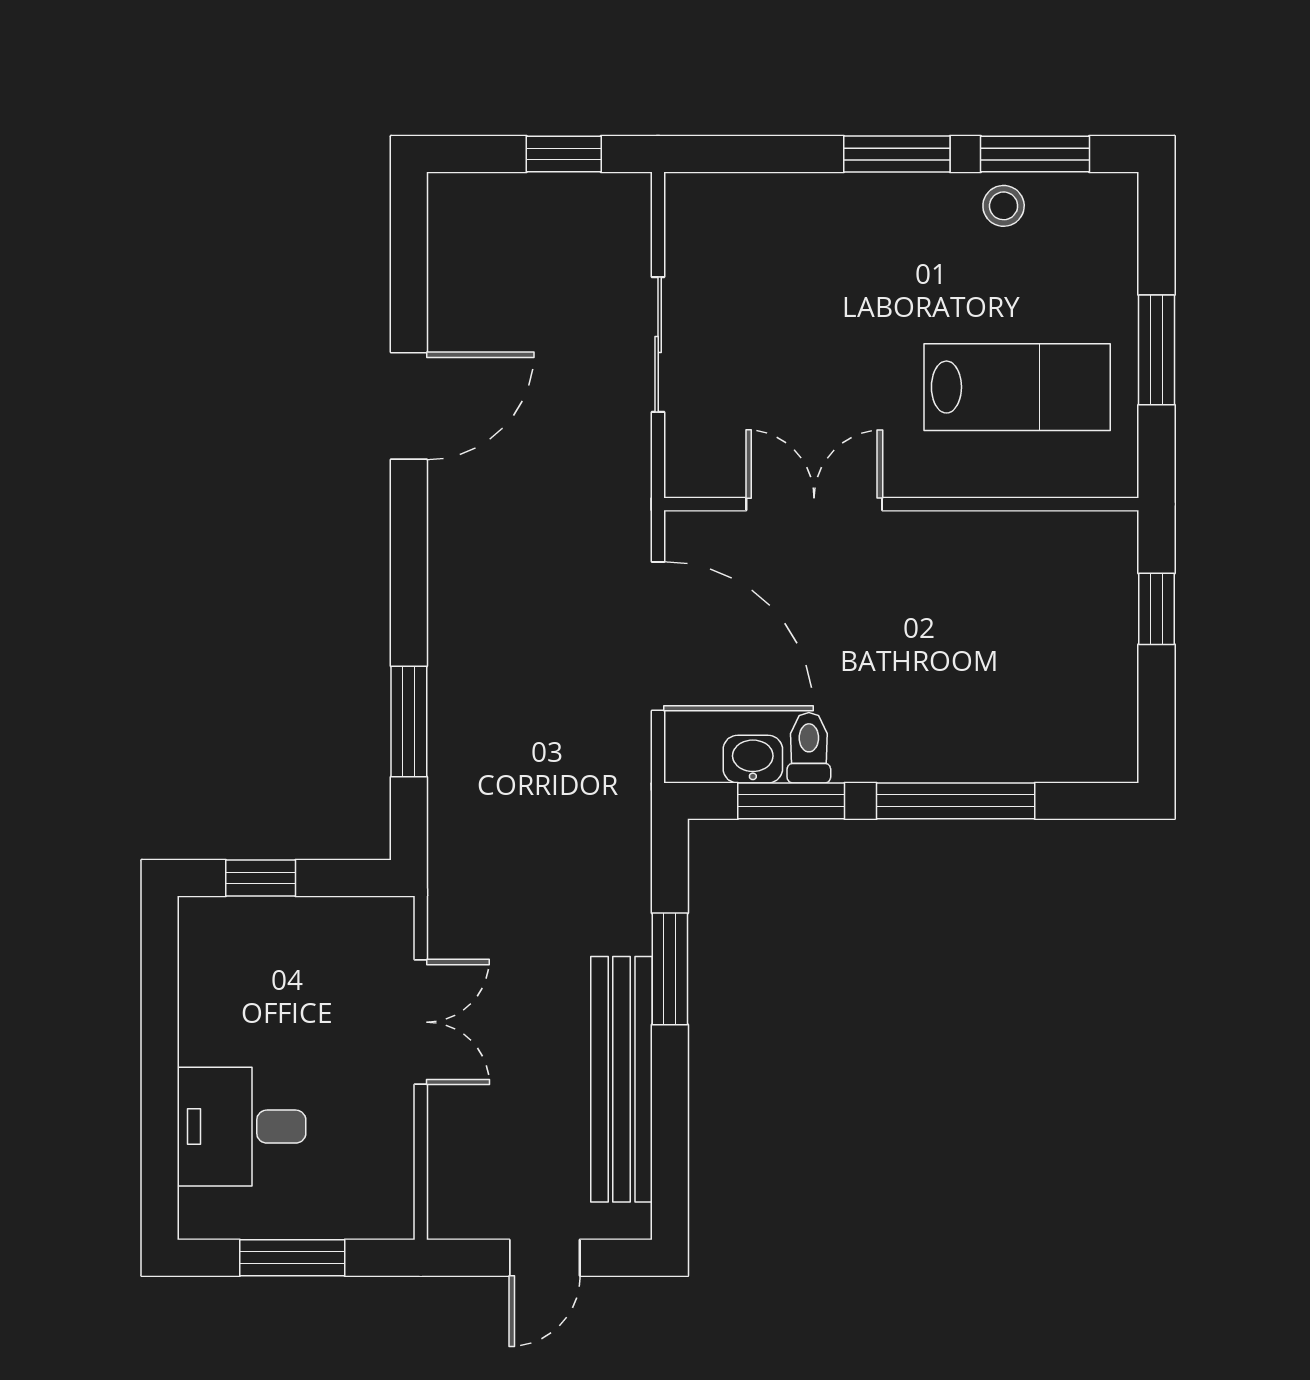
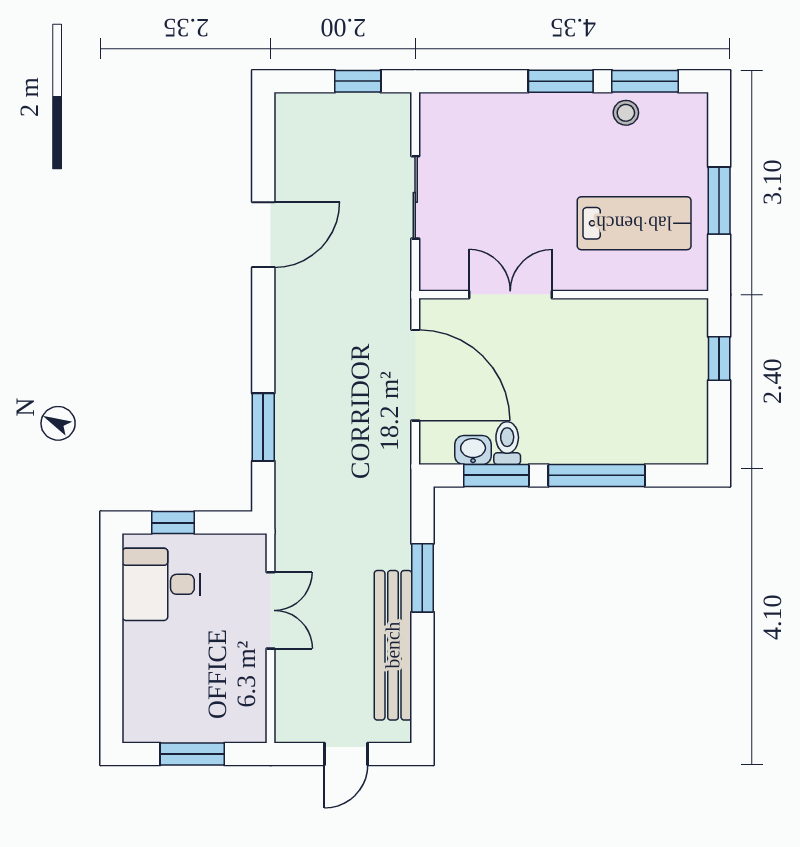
desk: (242, 1127) -> (161, 584), moved

